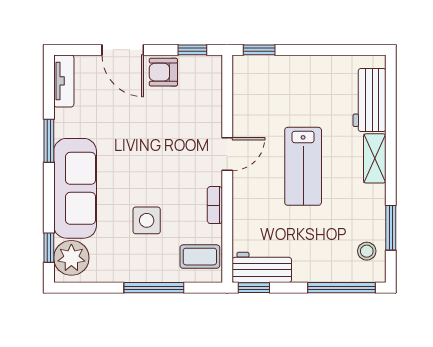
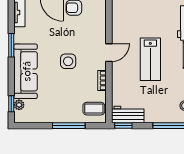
side table: (147, 220) -> (68, 61), moved
plant: (71, 258) -> (19, 105), width x0.53, depth x0.53

